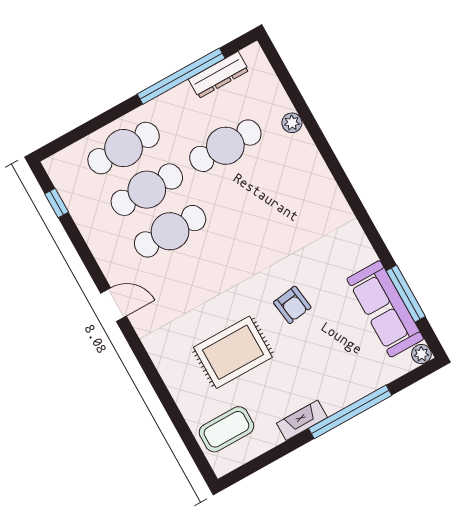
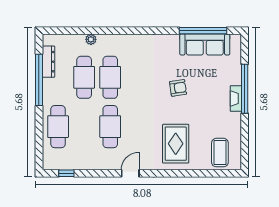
cafe table: (147, 190) -> (110, 77), moved
window: (406, 294) -> (203, 31), width x1.46
rug: (233, 352) -> (176, 144), moved
plant: (421, 354) -> (236, 39), removed
fireplace: (302, 420) -> (236, 99), moved

